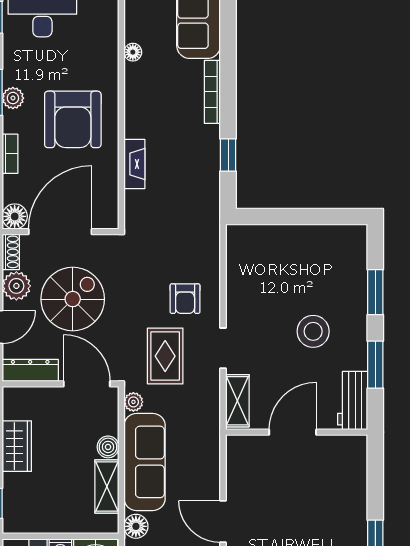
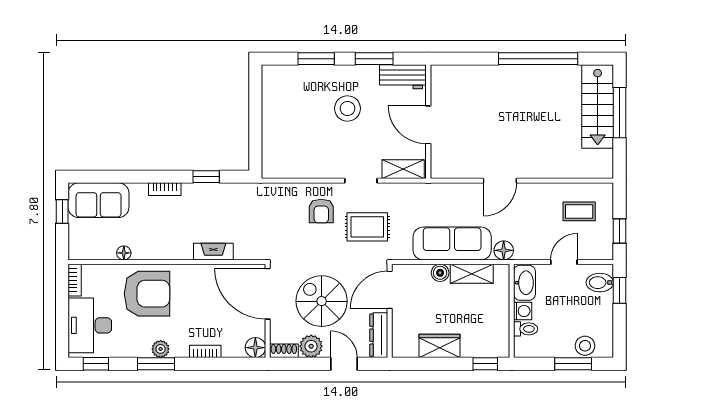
bookcase: (212, 92) -> (165, 189), width x0.64
armchair: (73, 119) -> (147, 294), moved
door: (60, 232) -> (268, 294), moved
armchair: (185, 299) -> (321, 211), turned 90
plant: (133, 402) -> (404, 252), removed

